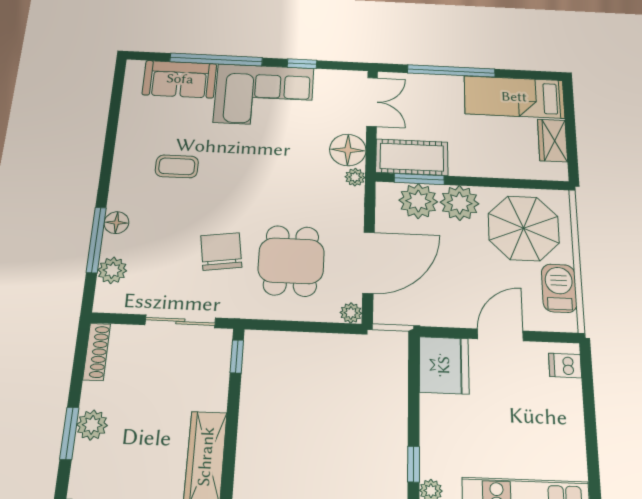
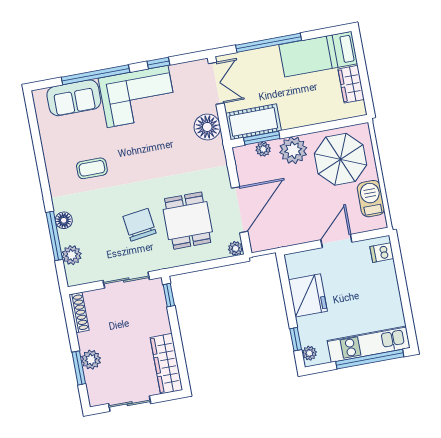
plant: (355, 177) -> (217, 147), removed
plant: (418, 201) -> (263, 149), width x0.53, depth x0.53
fridge: (444, 365) -> (308, 295), moved

